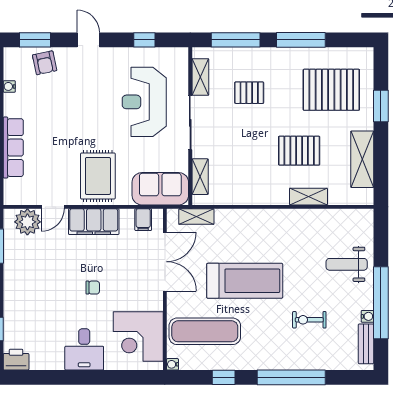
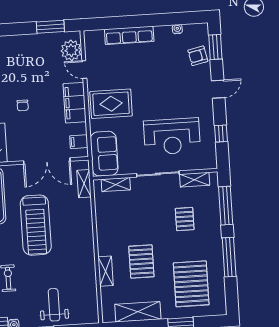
reception desk: (144, 102) -> (172, 136), turned 180

